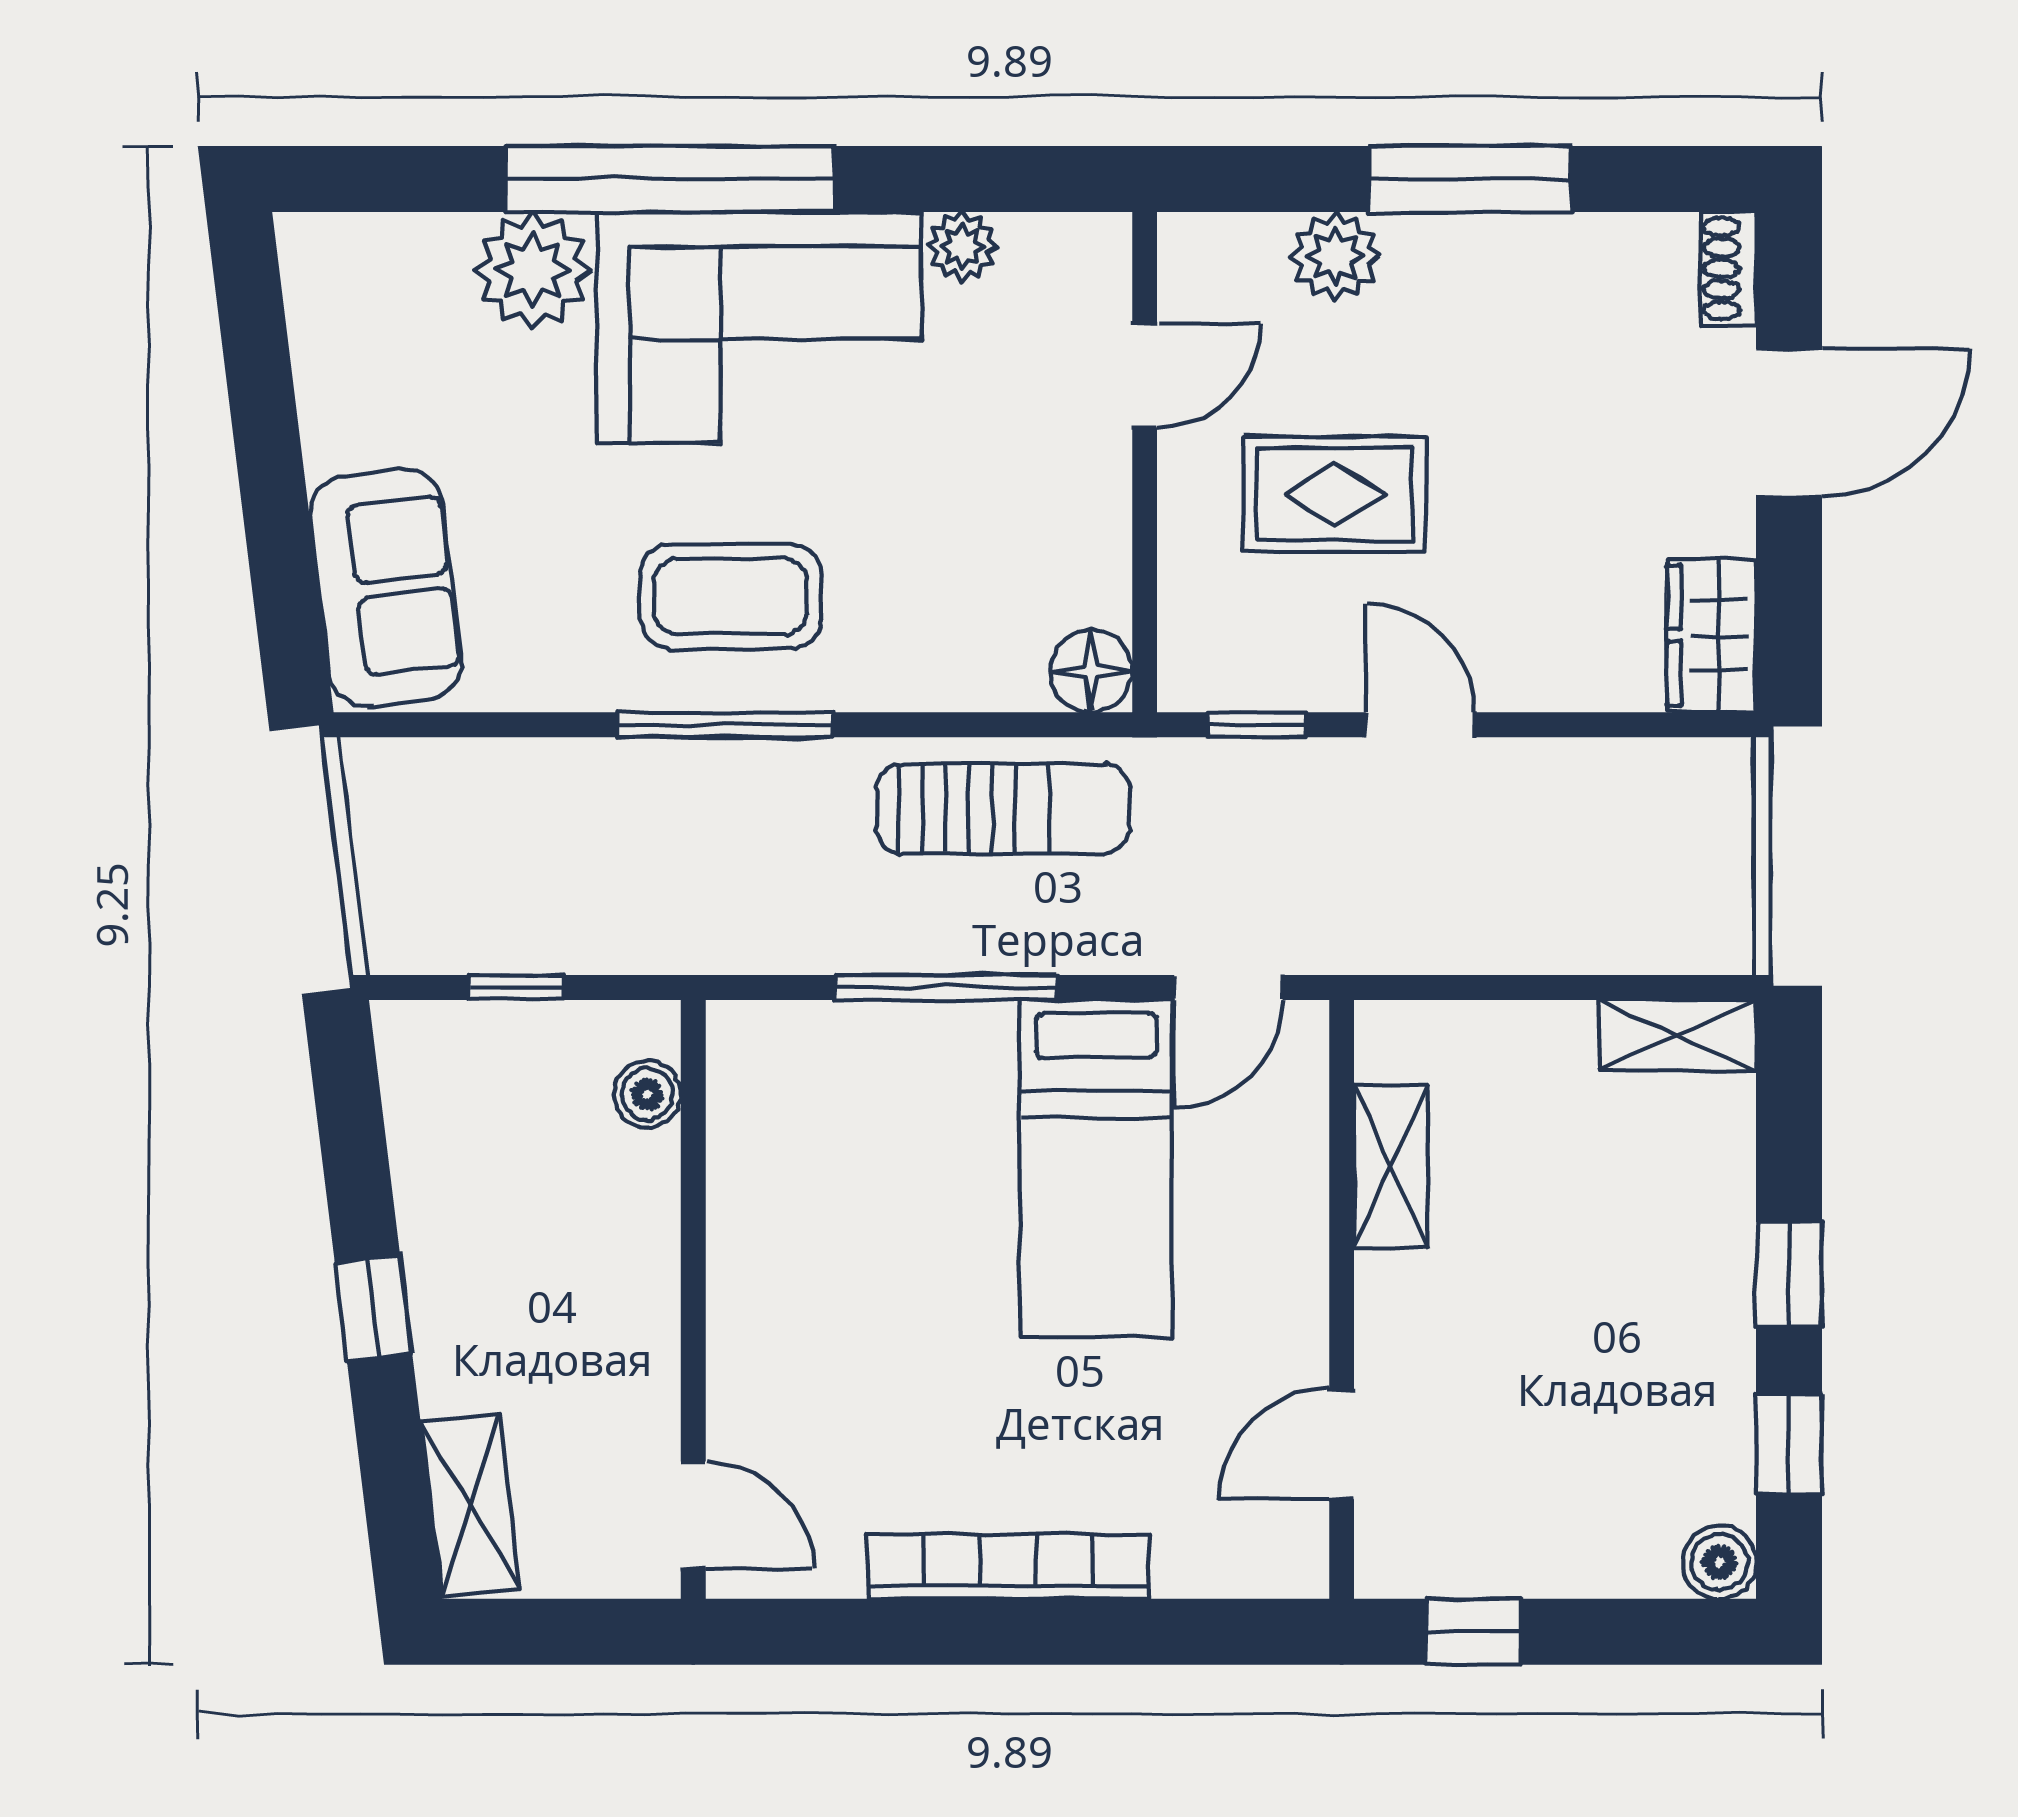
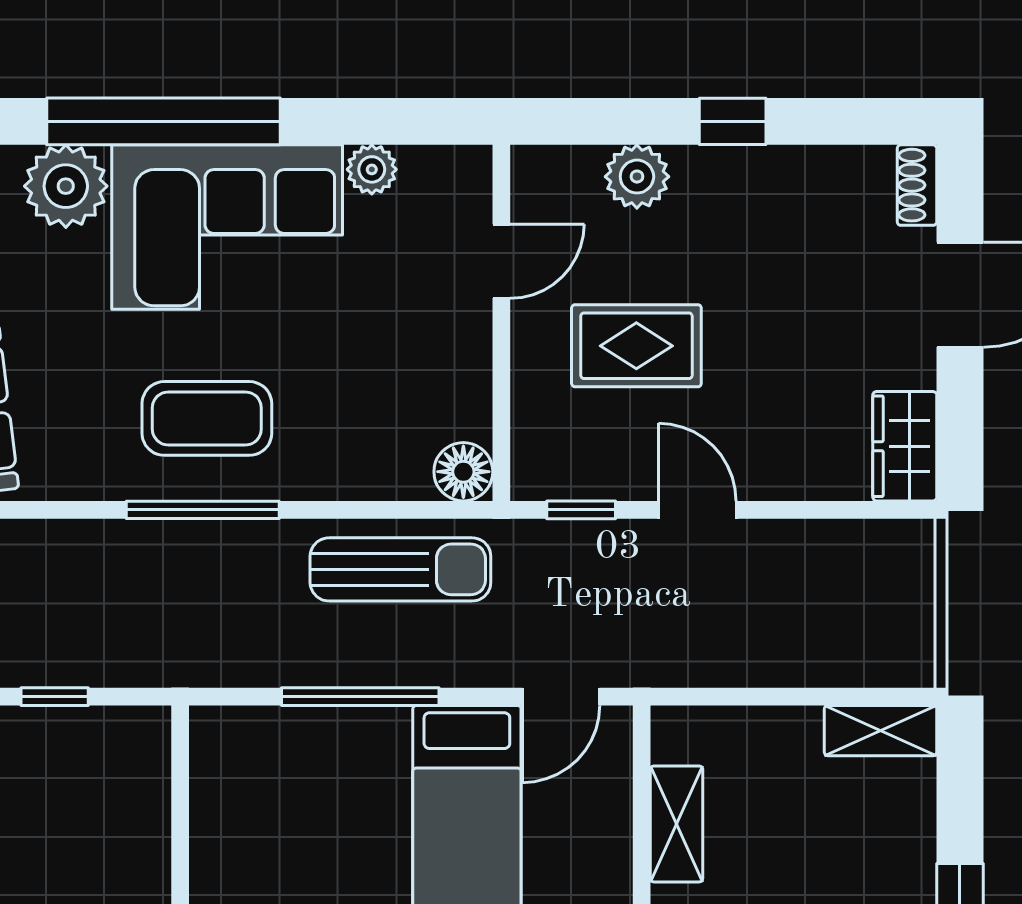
window: (1470, 179) -> (733, 121), width x0.46
boiler: (647, 1094) -> (147, 773), removed

